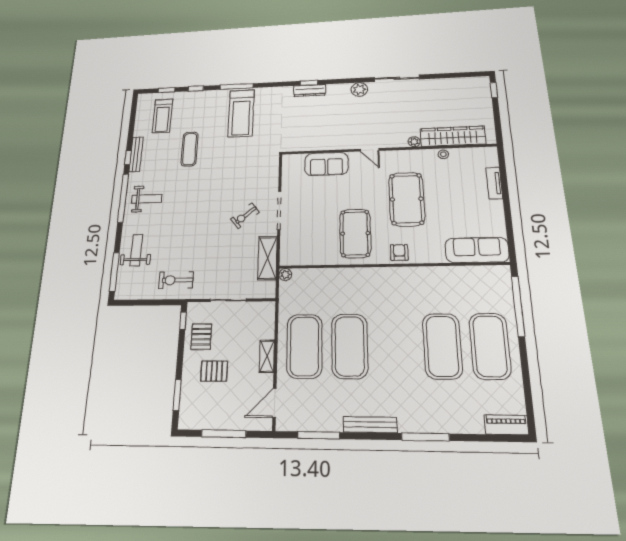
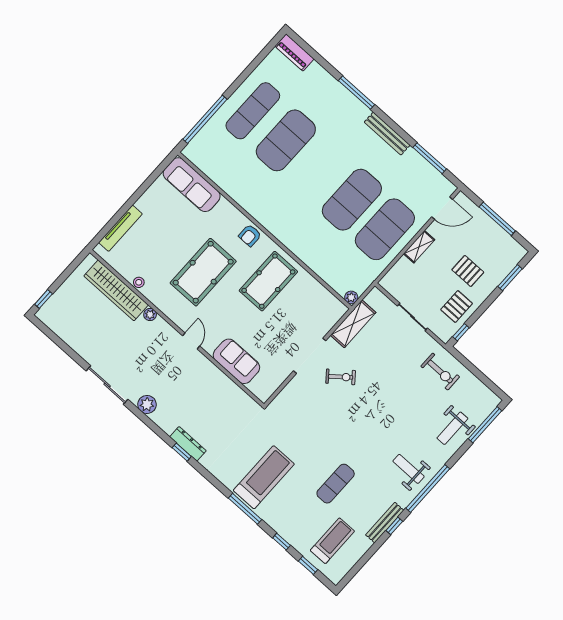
tv unit: (494, 183) -> (121, 228), width x1.41
exercise mat: (490, 346) -> (253, 111), width x0.68

